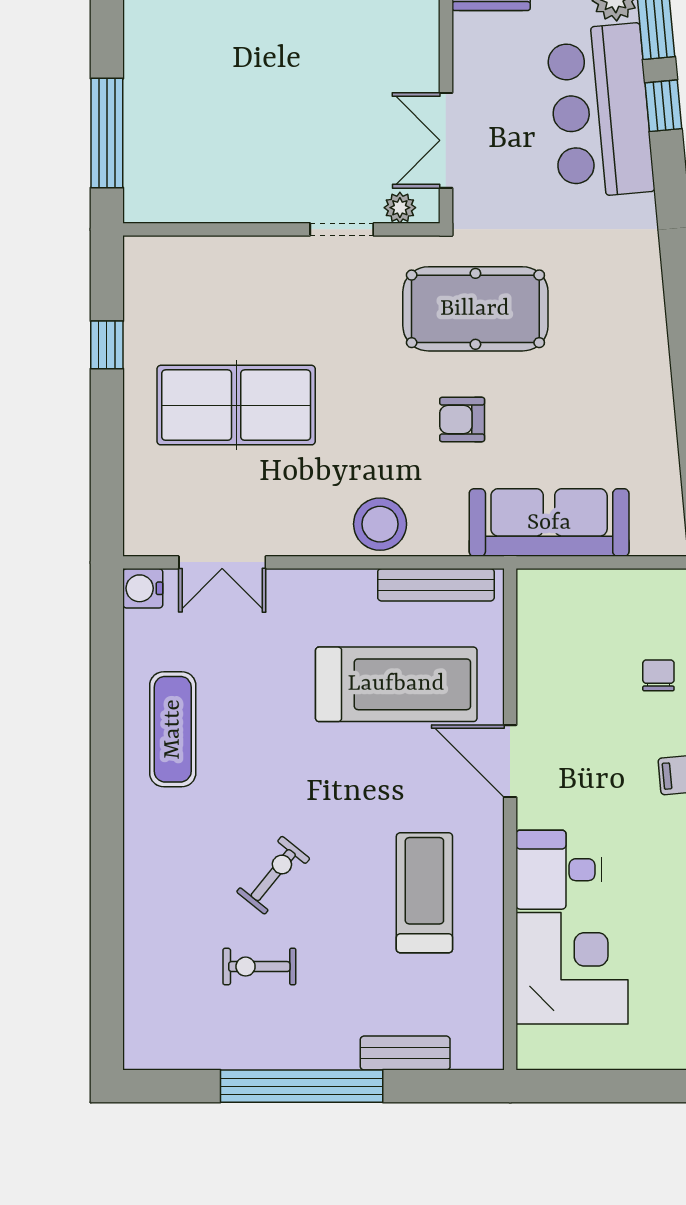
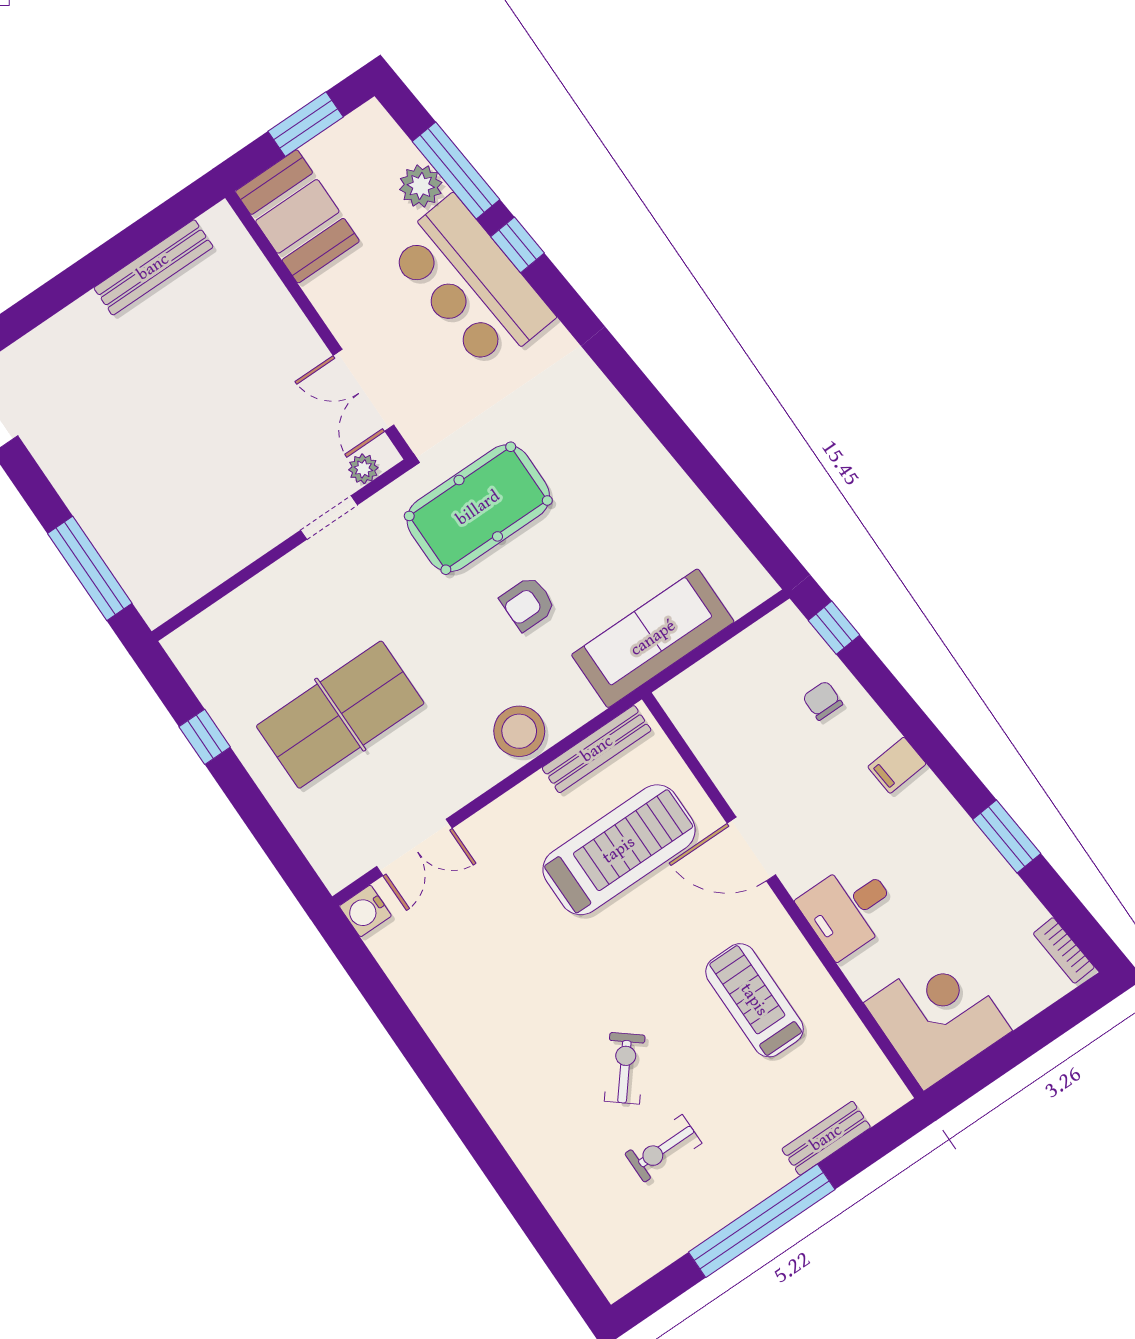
exercise mat: (173, 729) -> (466, 1007), removed
corner desk: (572, 968) -> (938, 1017), moved

